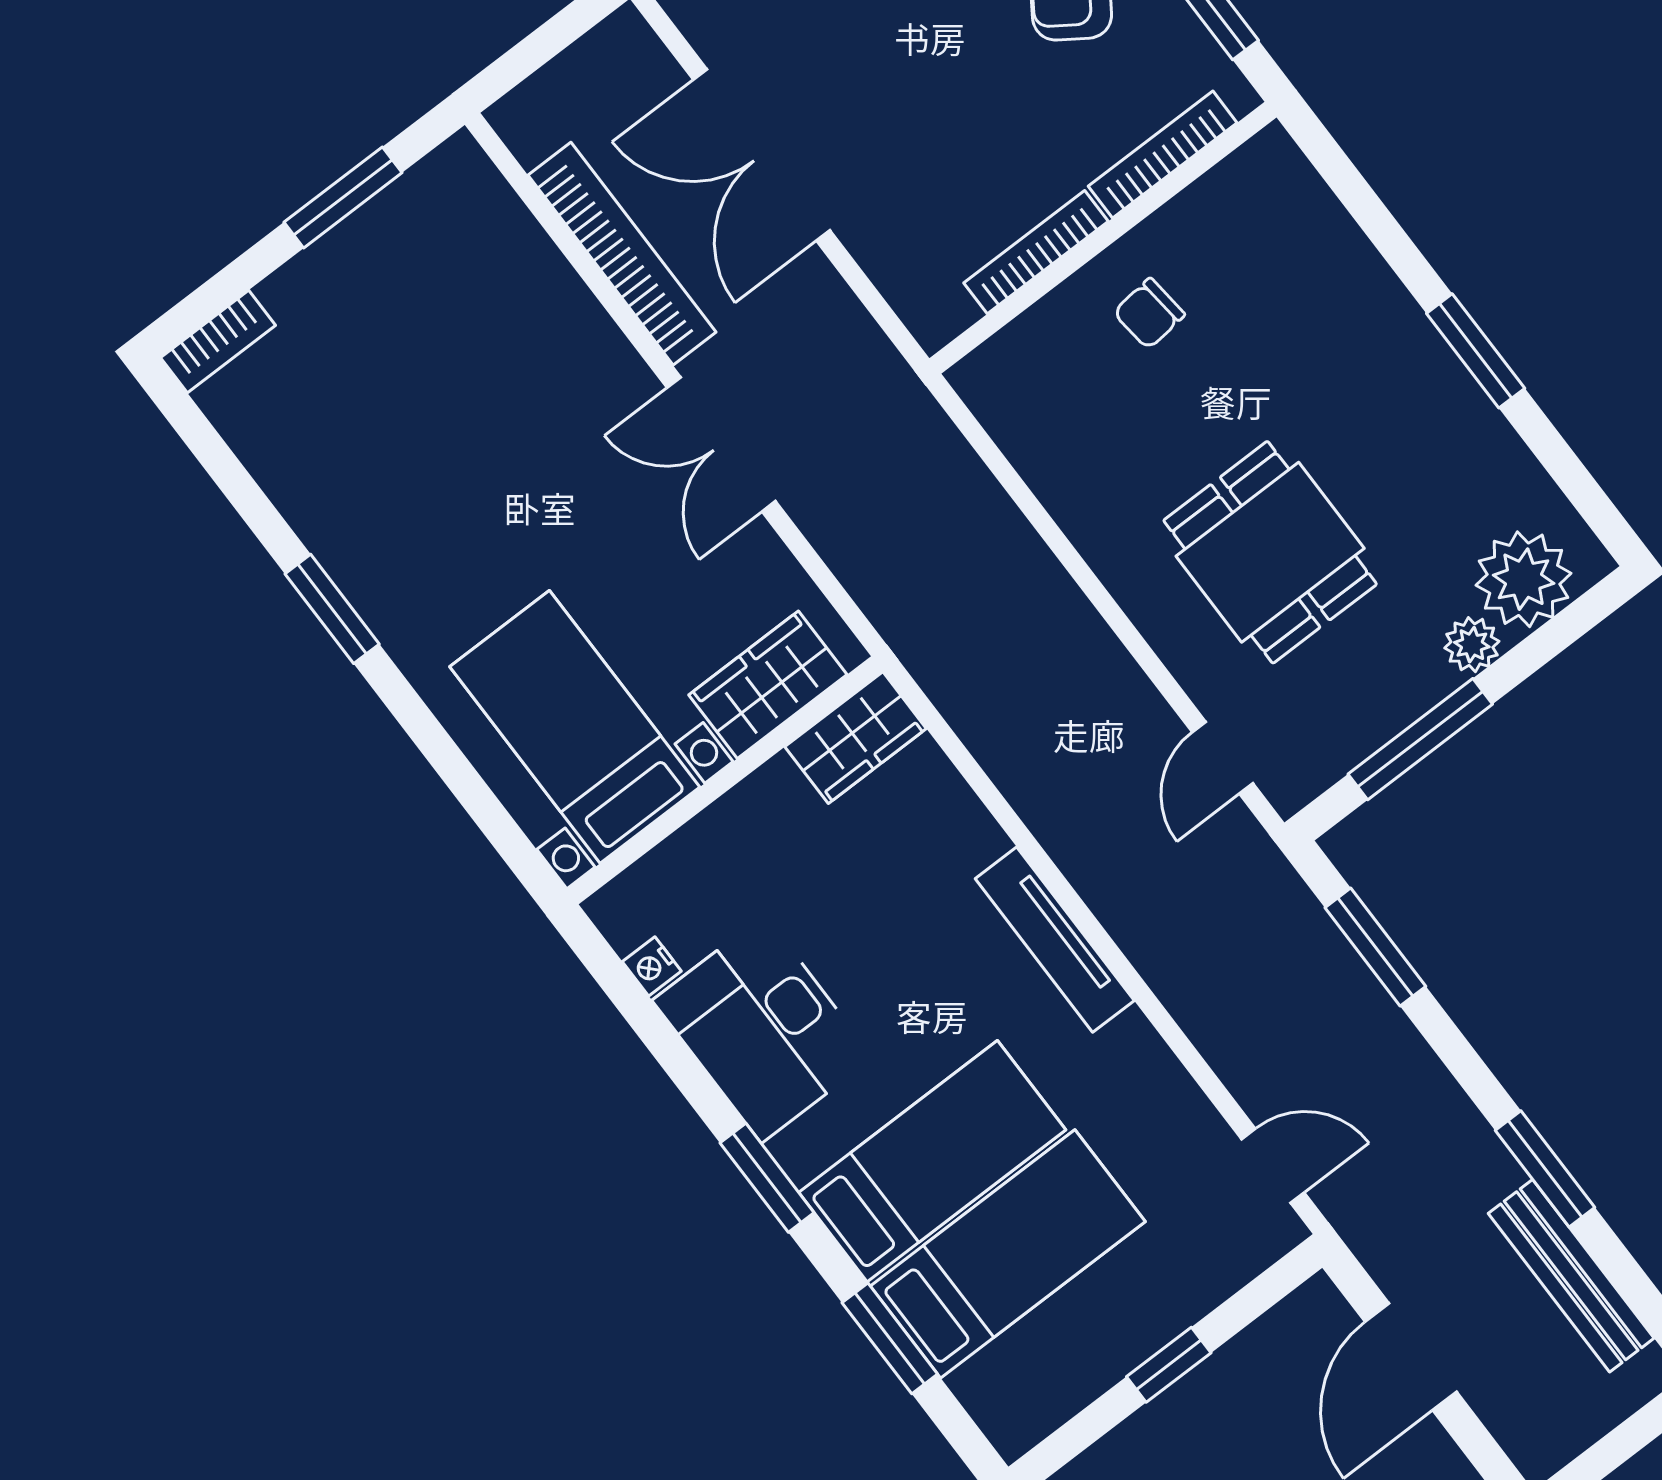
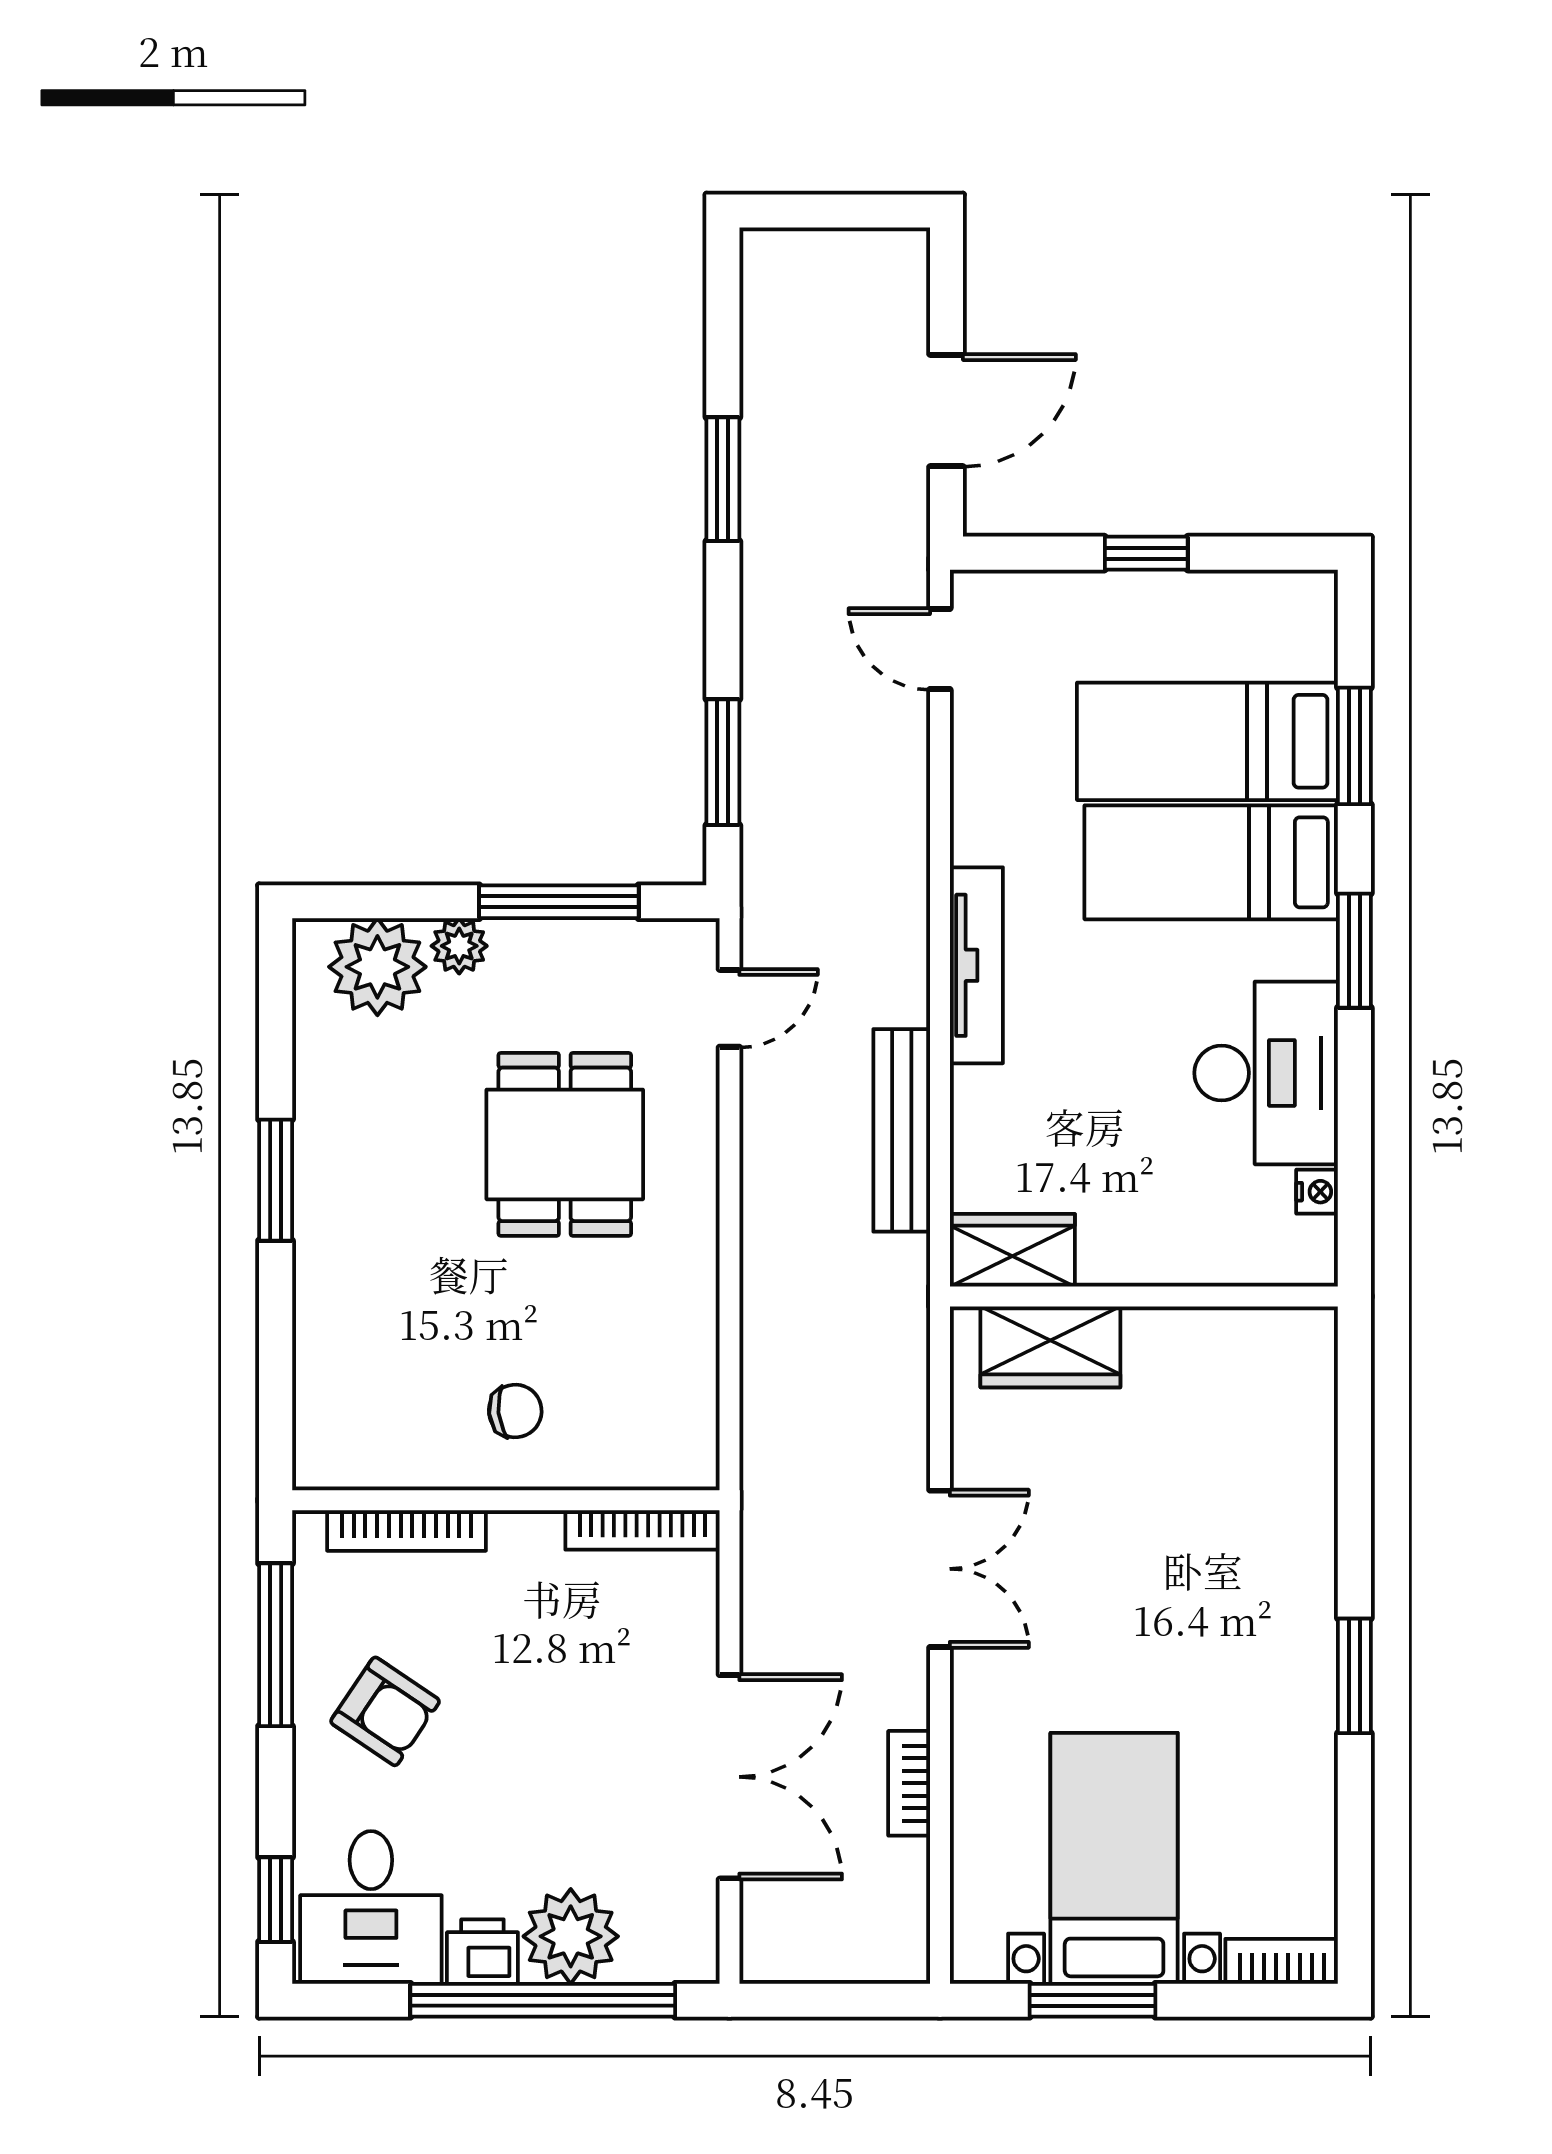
bookcase: (1036, 252) -> (642, 1530), moved
bookcase: (622, 254) -> (909, 1783), width x0.43, depth x0.76
bed with nightstands: (575, 727) -> (1114, 1858), moved, turned 180
bench: (1571, 1276) -> (902, 1130), moved

